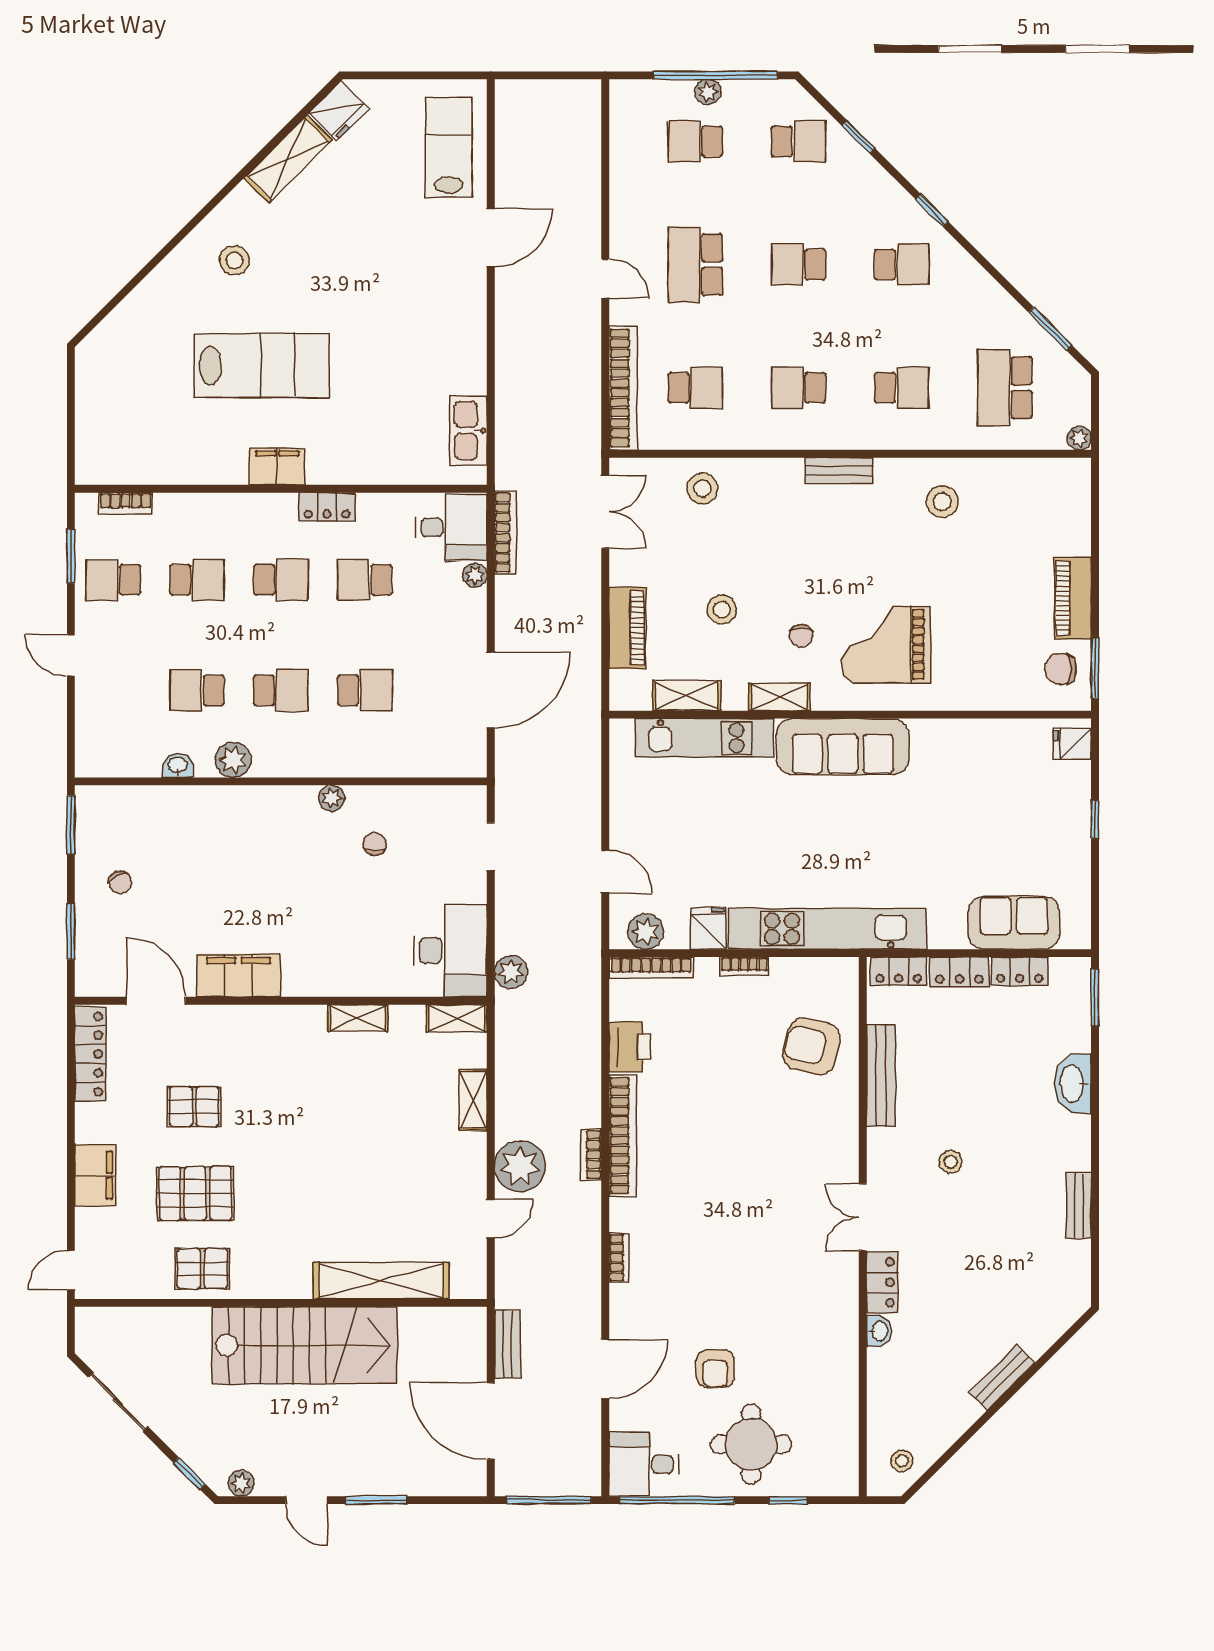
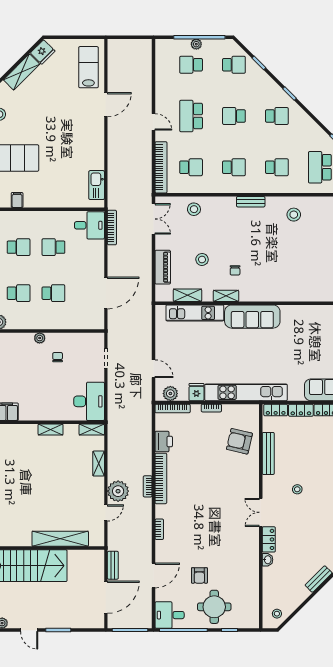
school desk: (798, 388) -> (234, 167), turned 180
filing cabinet: (277, 466) -> (17, 200), width x0.50
locker: (327, 507) -> (38, 217), removed
plant: (475, 575) -> (99, 245), removed
grand piano: (886, 644) -> (270, 274), removed
plant: (511, 972) -> (114, 410), removed
door: (491, 1421) -> (106, 597), swing flipped

